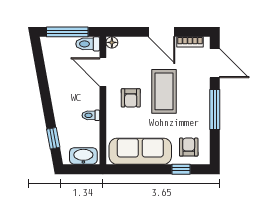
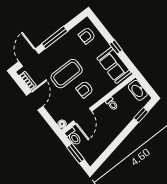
window: (67, 32) -> (76, 153), width x0.69
armchair: (131, 98) -> (85, 89), turned 180
sofa: (140, 151) -> (114, 65), width x0.73
window: (181, 169) -> (116, 47), moved

